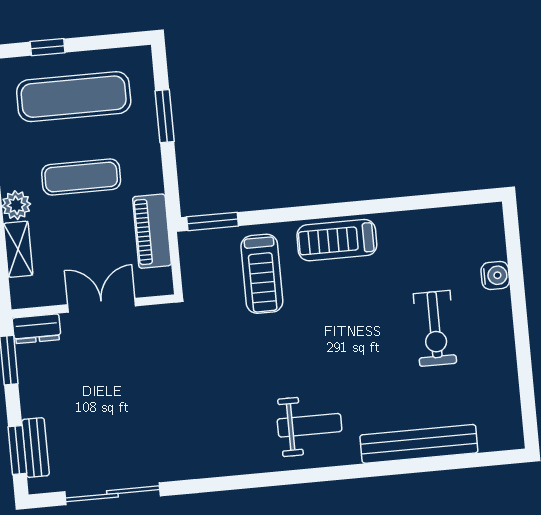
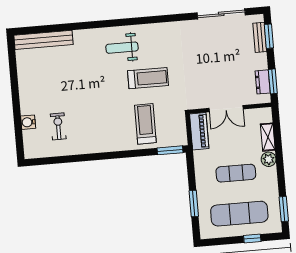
piano: (152, 231) -> (199, 131), moved
treadmill: (337, 240) -> (148, 78), moved
exercise bike: (435, 328) -> (58, 126), moved, width x0.73, depth x0.72
dresser: (37, 329) -> (263, 82), moved, turned -90
bench: (419, 444) -> (43, 40), moved

